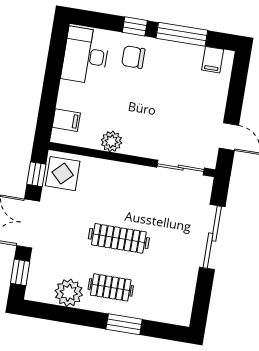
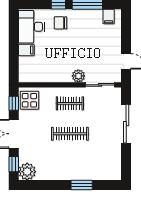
filing cabinet: (66, 120) -> (26, 50), moved
plant: (111, 141) -> (78, 76), moved
clothes rail: (111, 287) -> (70, 103), moved
plant: (69, 293) -> (27, 172), moved

